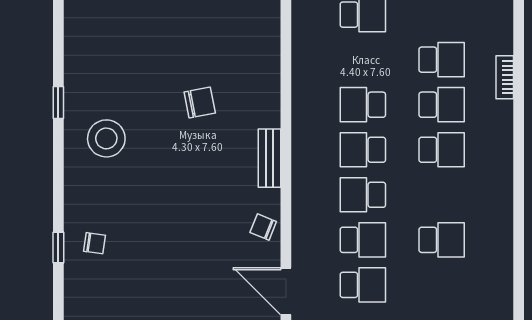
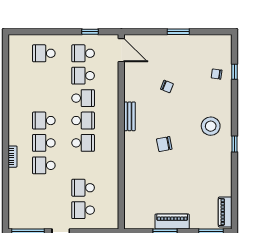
chair: (263, 227) -> (167, 86), moved
school desk: (442, 240) -> (44, 53), moved

